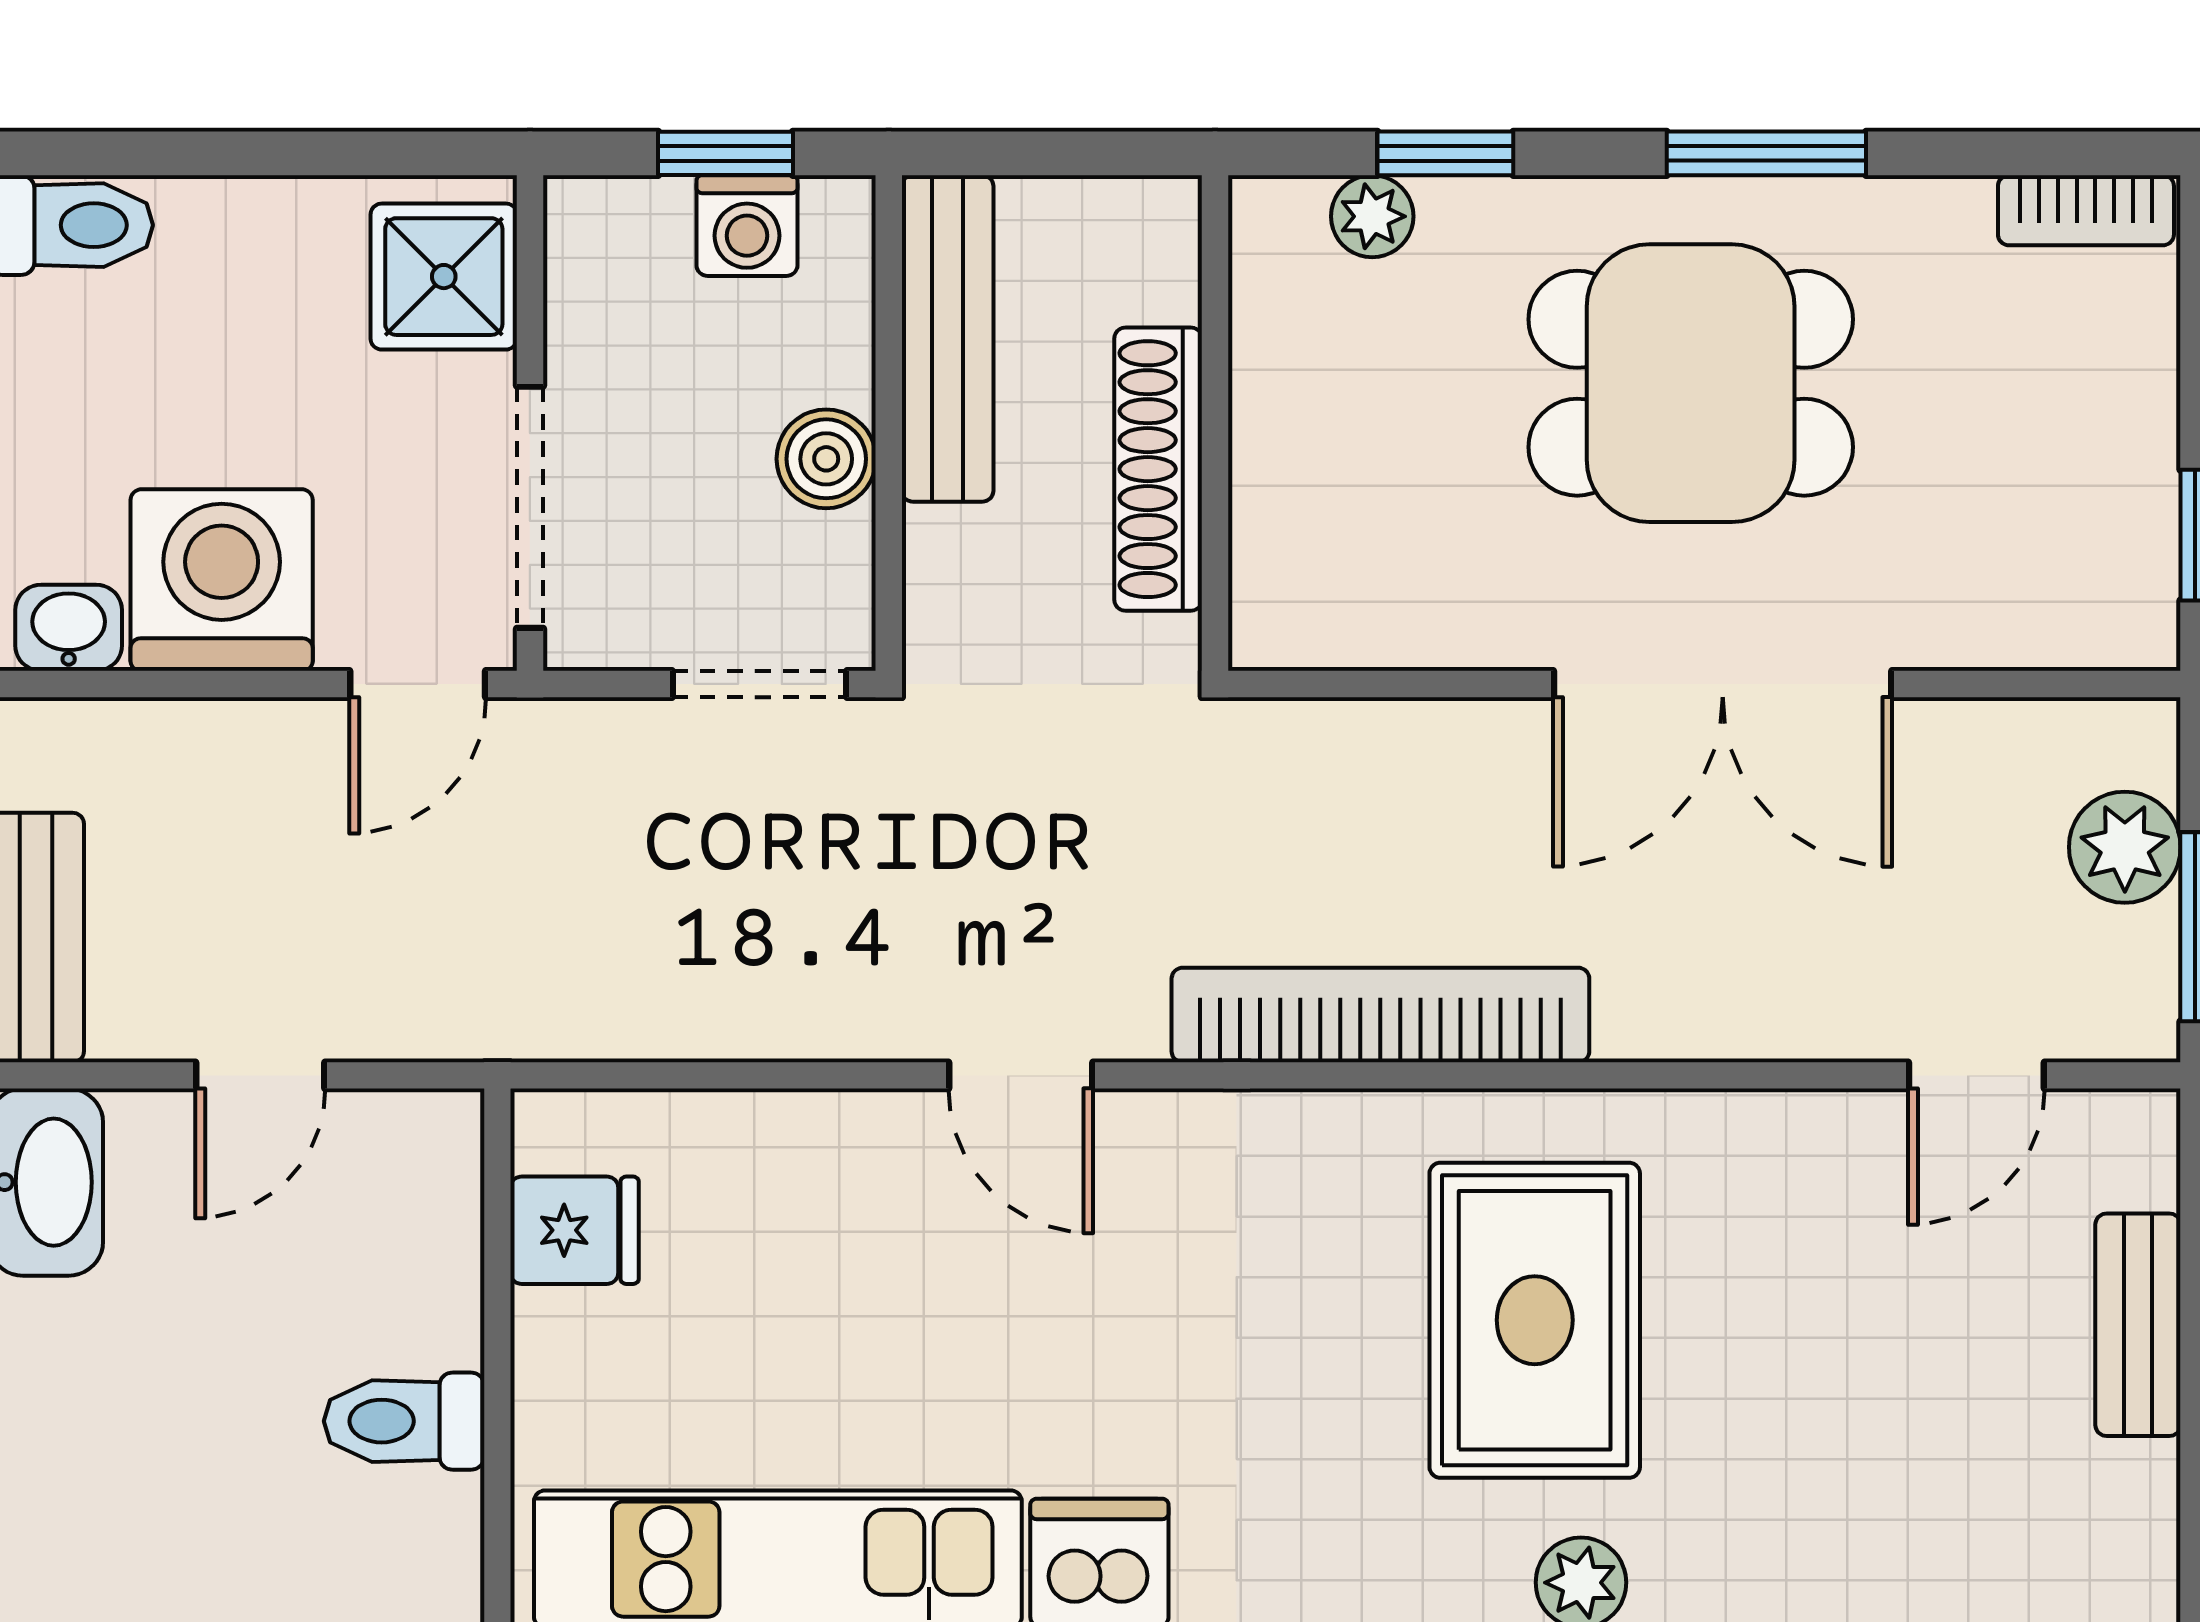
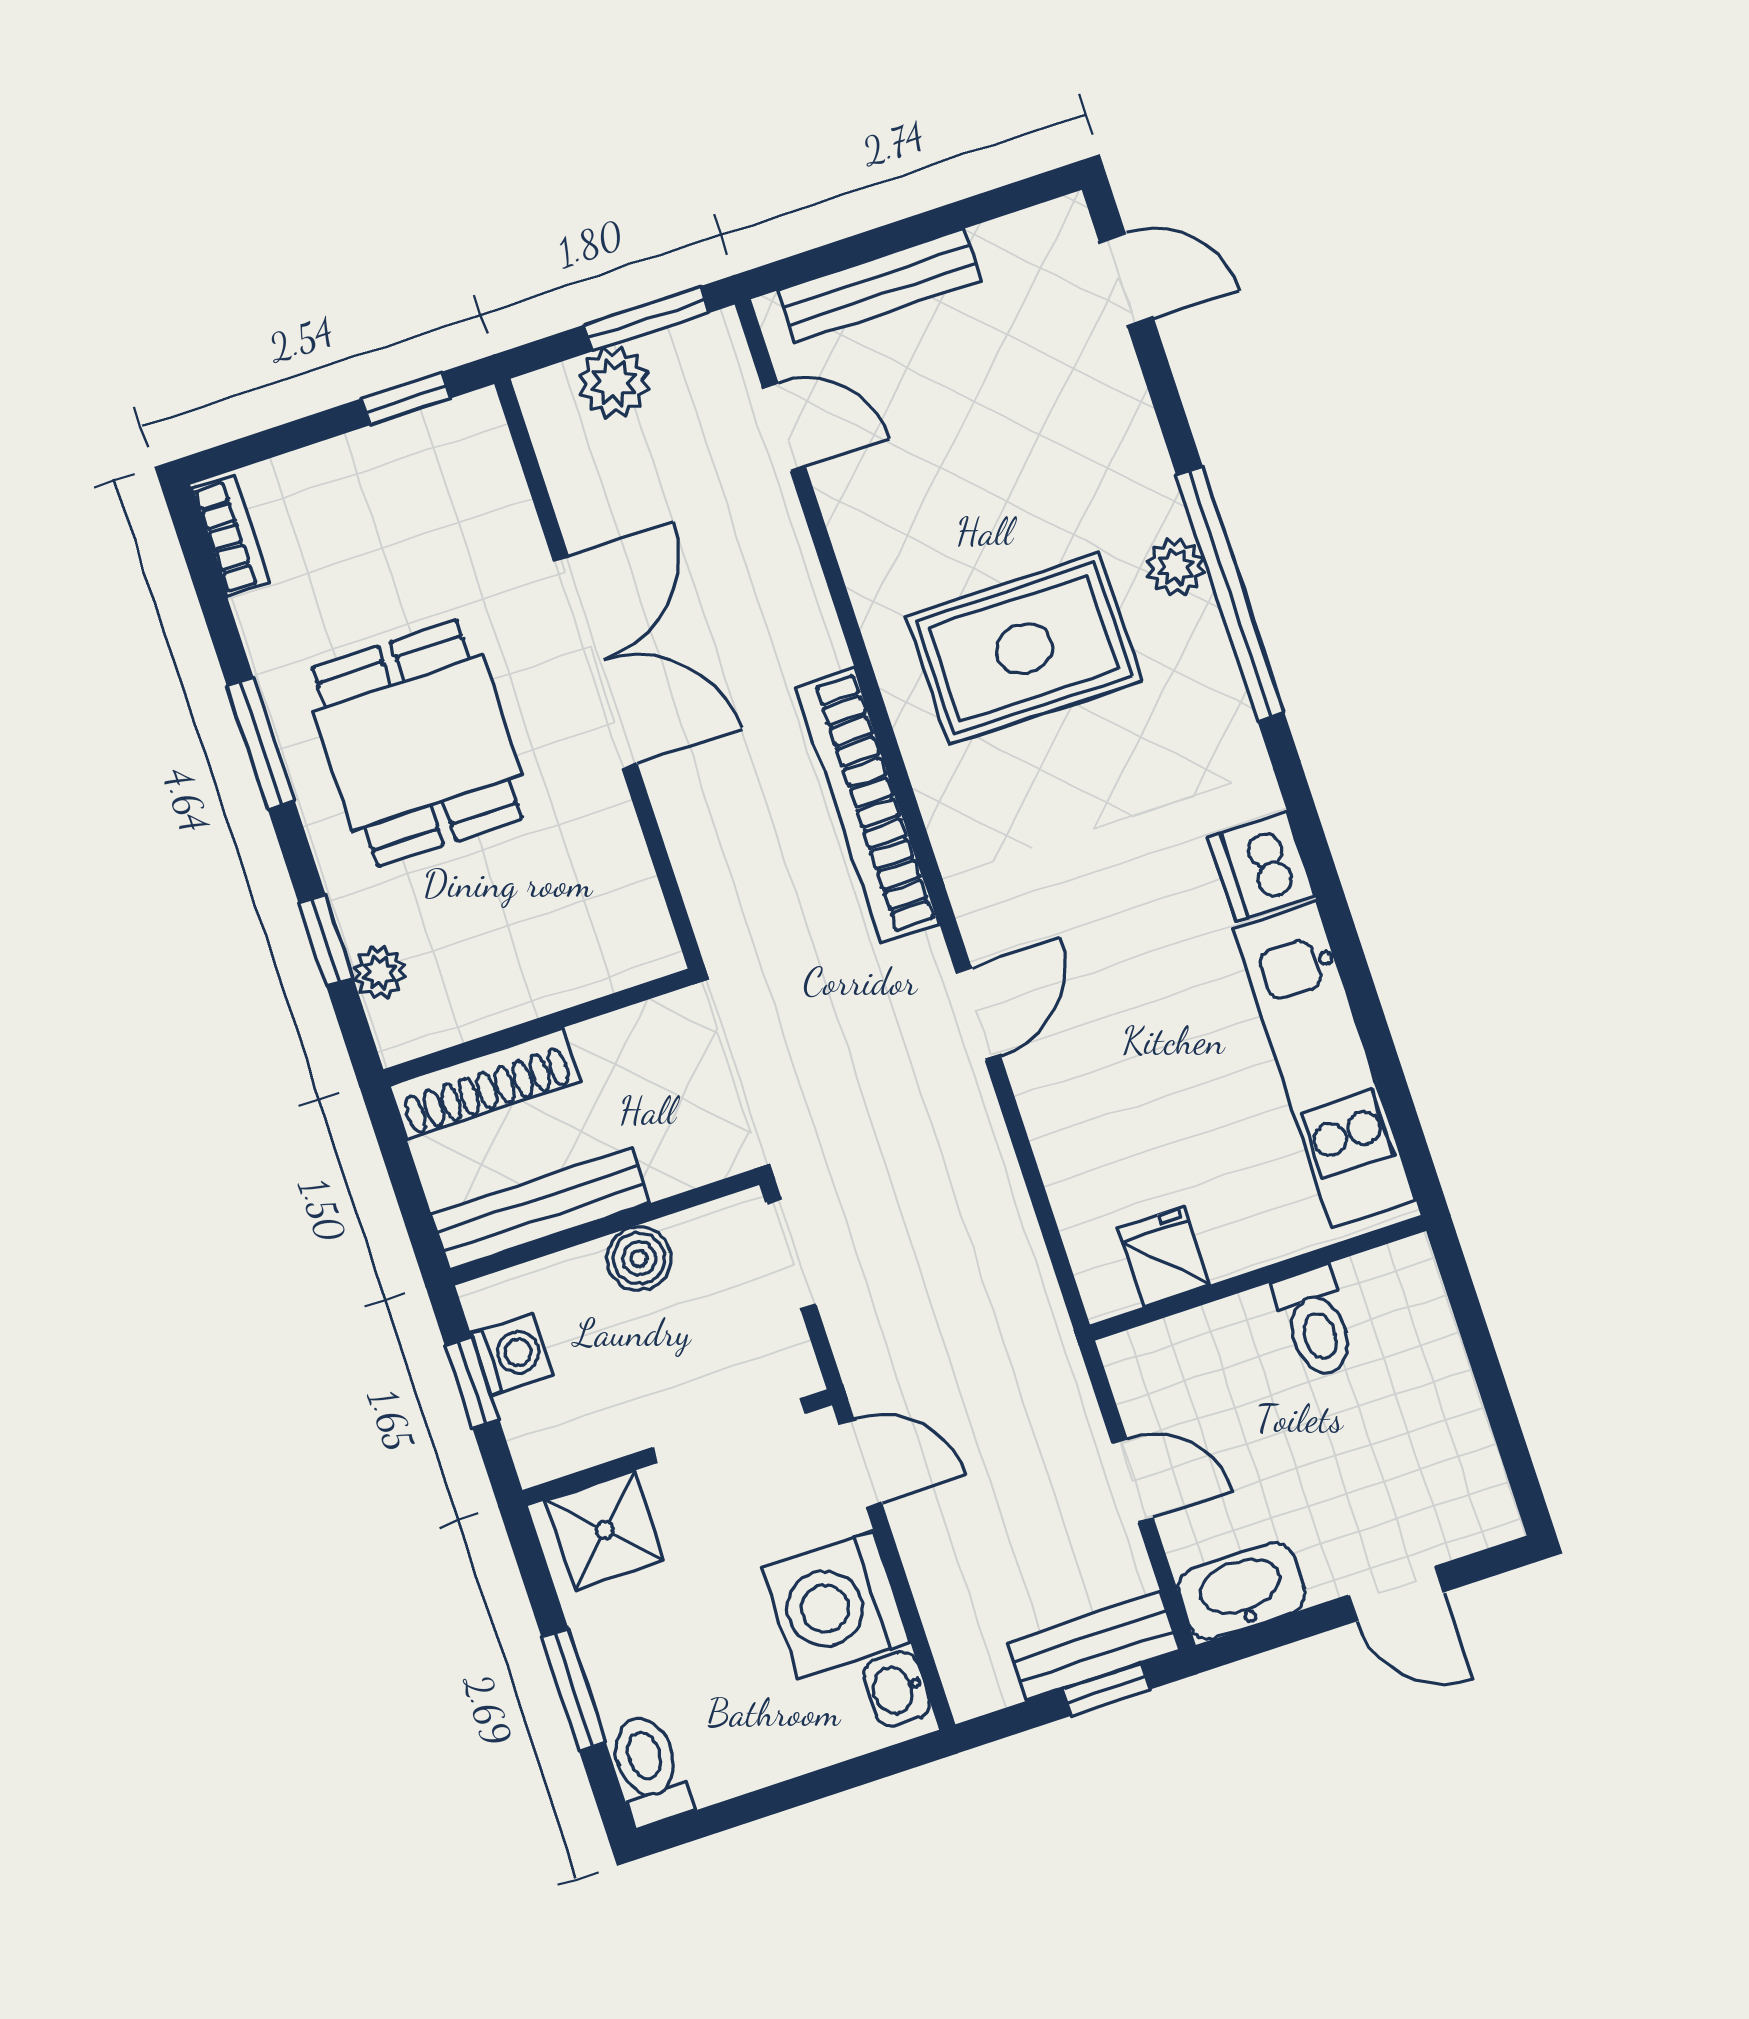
window: (226, 153) -> (574, 1689), added
shoe rack: (1158, 469) -> (484, 1083), moved
bench: (2138, 1325) -> (879, 286), width x1.36

